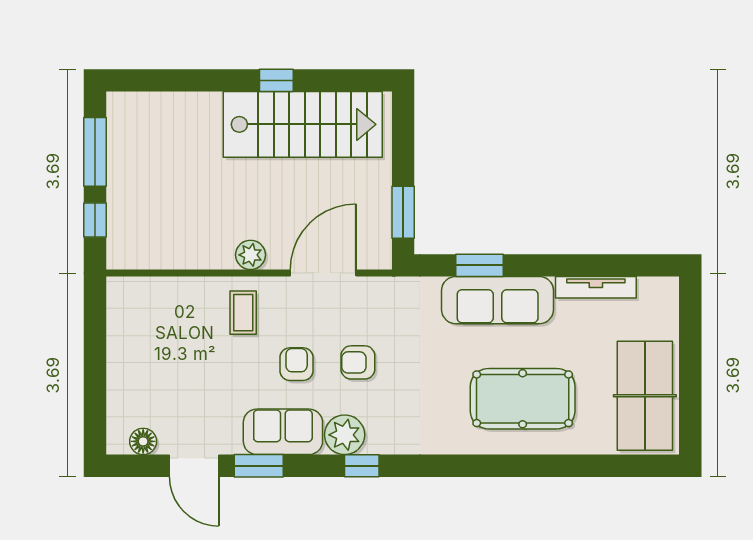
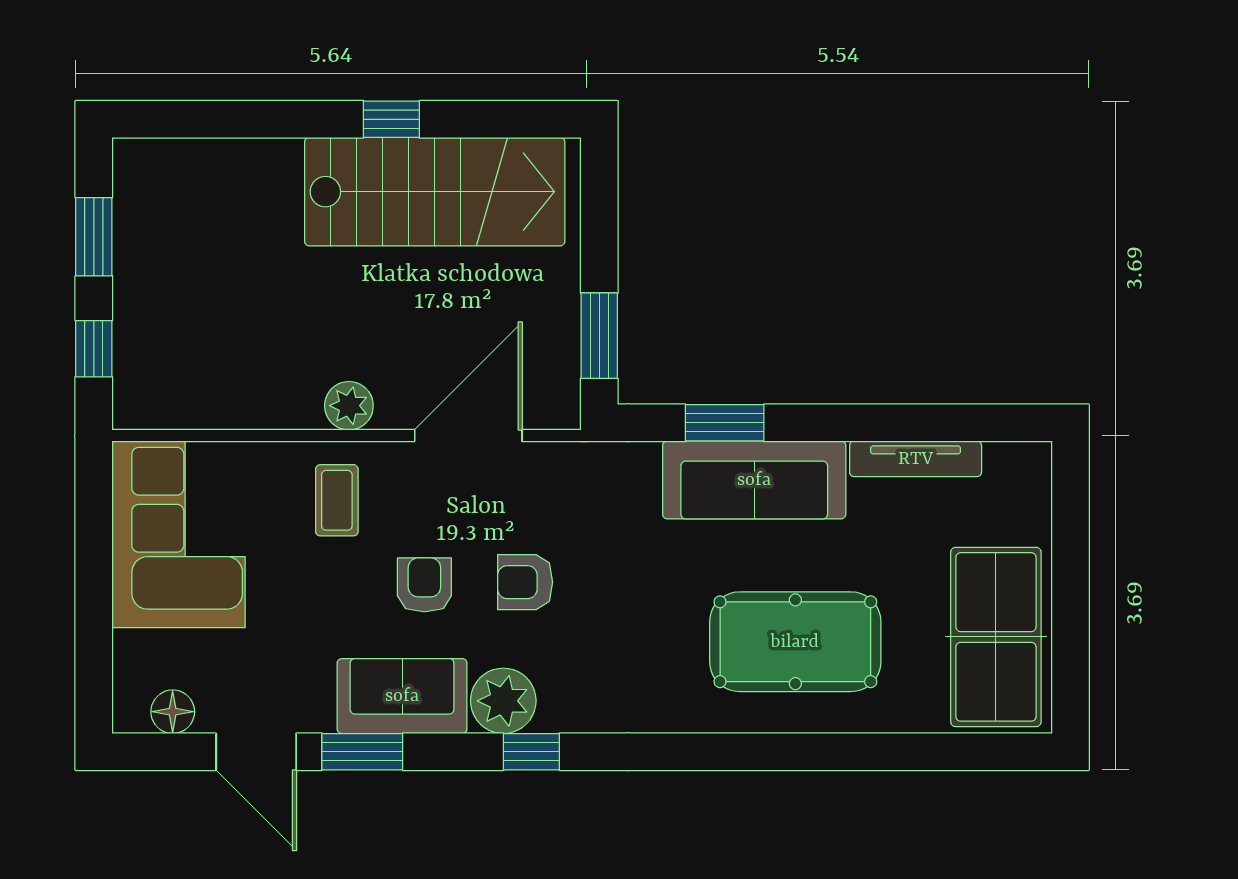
window: (95, 152) -> (94, 237), width x0.69
corner sofa: (147, 333) -> (179, 534), added

